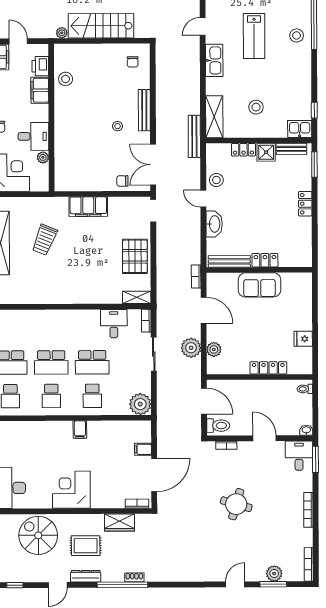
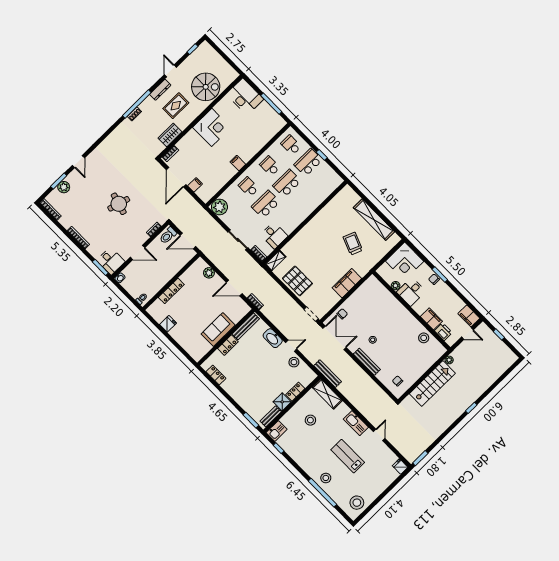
locker: (305, 204) -> (216, 375), moved
plant: (191, 348) -> (222, 262), removed

